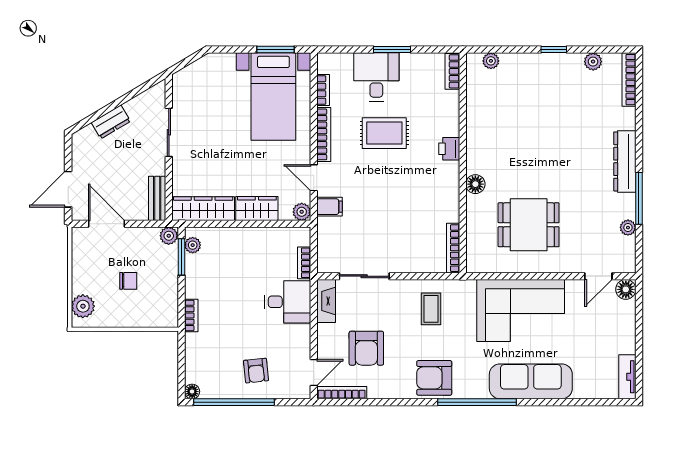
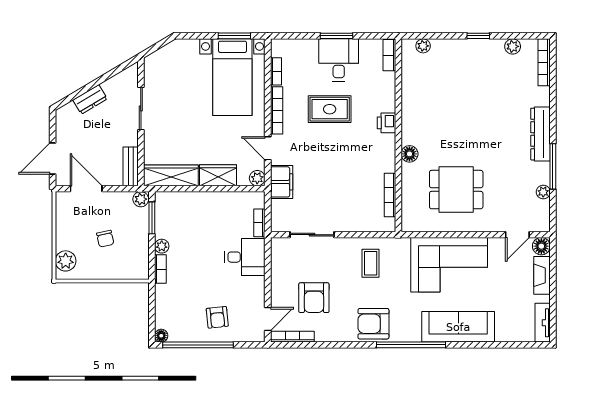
desk: (376, 77) -> (339, 60), moved
filing cabinet: (329, 207) -> (282, 182), width x2.00
plant: (193, 245) -> (162, 246), moved
bookcase: (453, 248) -> (390, 195), moved
chair: (128, 281) -> (105, 239), turned 78
fireplace: (326, 301) -> (542, 275), moved, turned 180

